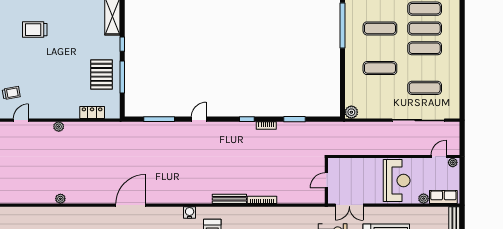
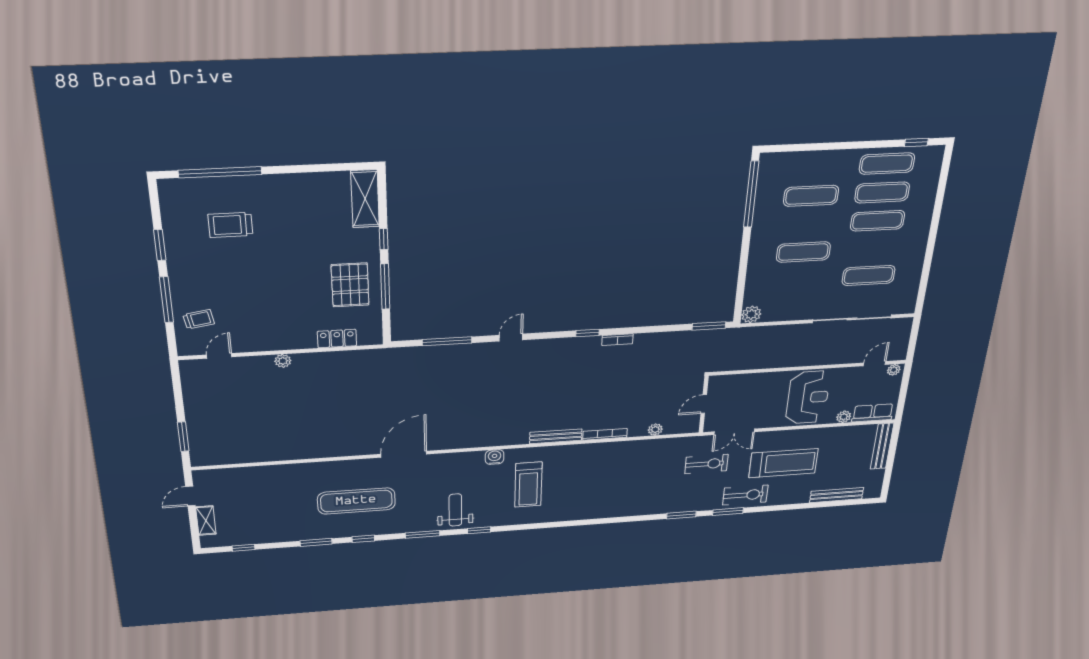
window: (295, 119) -> (709, 326), moved
plant: (60, 199) -> (655, 430), moved

